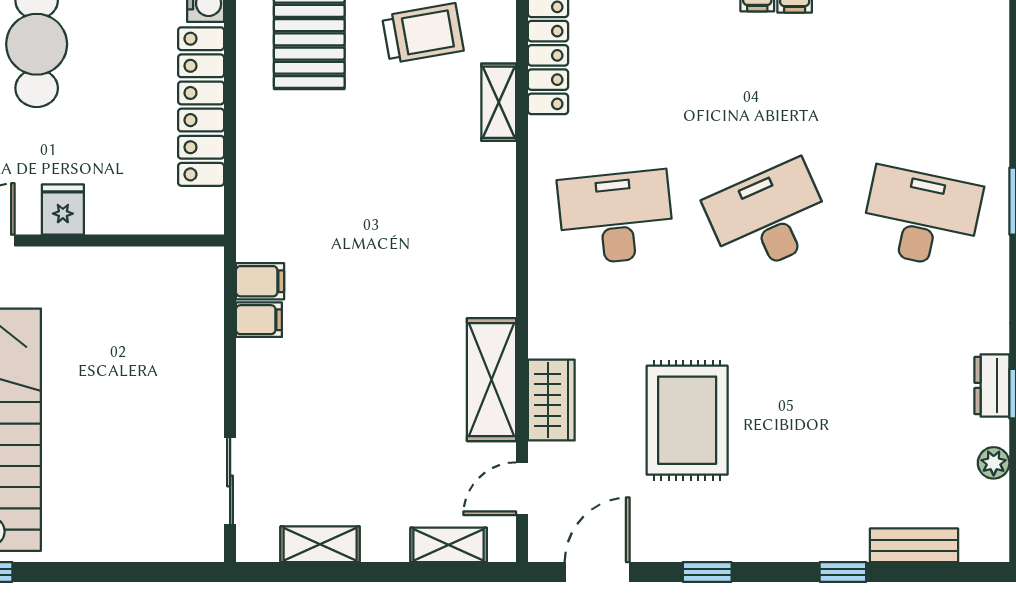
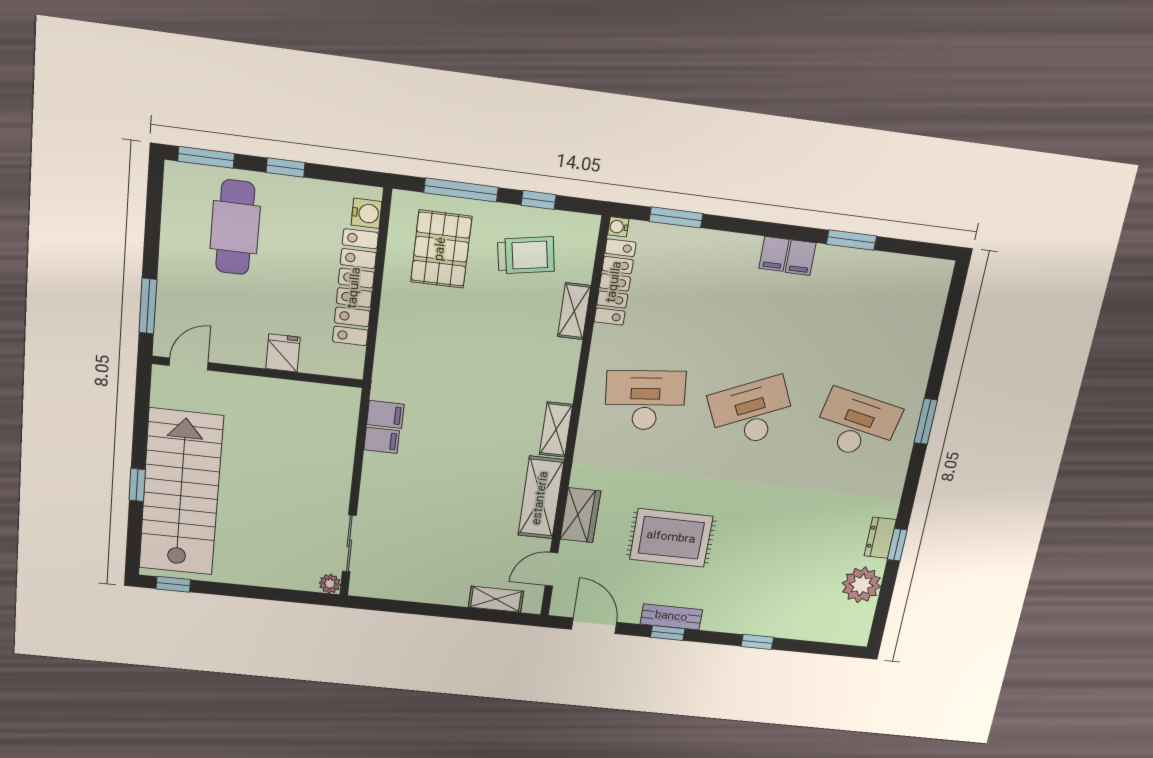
fridge: (63, 210) -> (283, 353), moved
rug: (687, 420) -> (671, 538), turned 90
plant: (994, 463) -> (861, 585), width x1.88, depth x1.88
shelving: (320, 544) -> (556, 430), moved, turned 90
bench: (914, 545) -> (671, 617), moved
plant: (209, 547) -> (330, 584), added
door: (597, 572) -> (594, 626), hinge flipped

